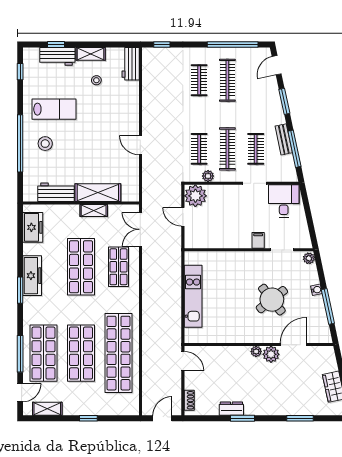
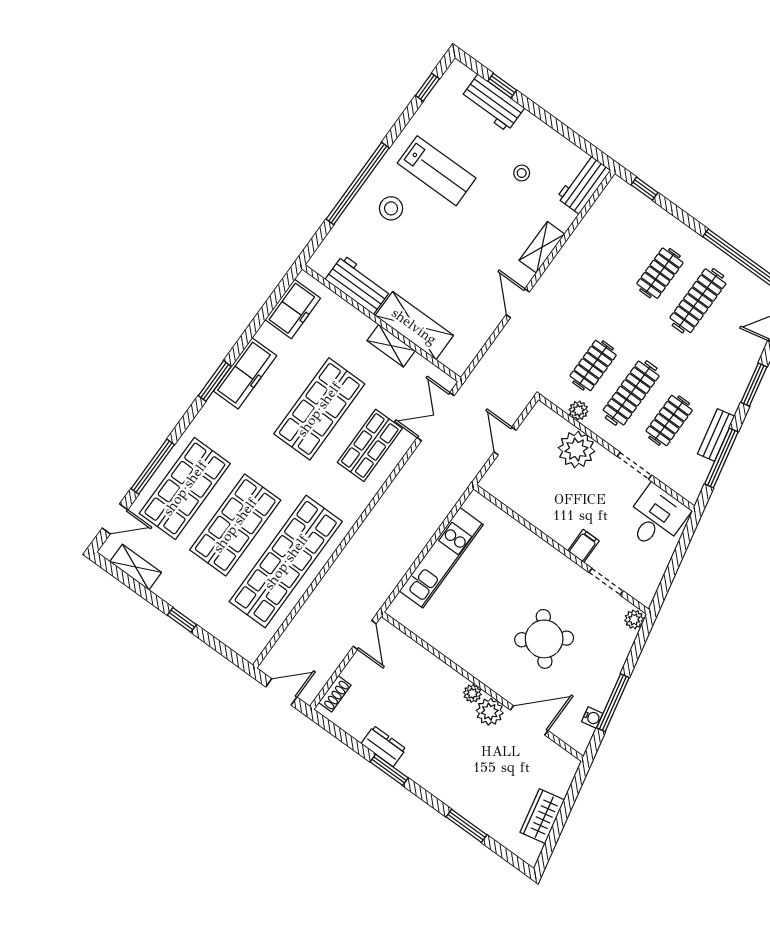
shelving: (91, 54) -> (542, 247), moved, turned 90
plant: (195, 196) -> (576, 450), moved
water cooler: (316, 290) -> (592, 718), moved

